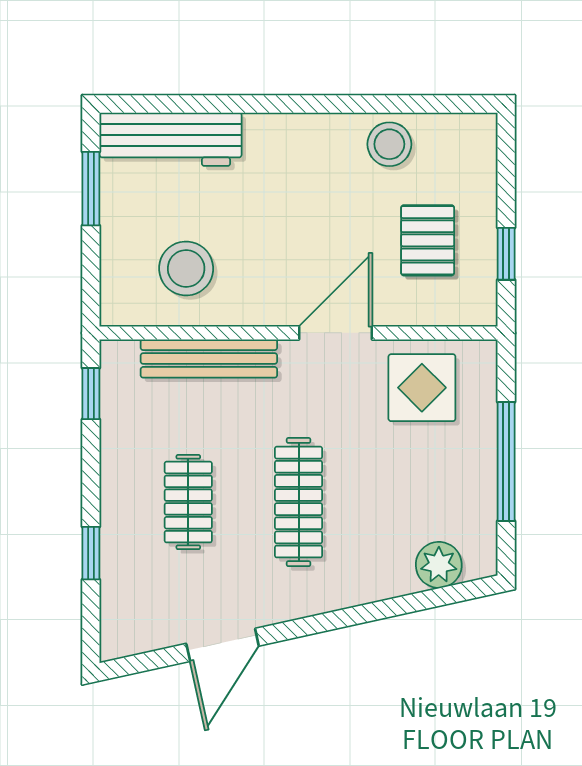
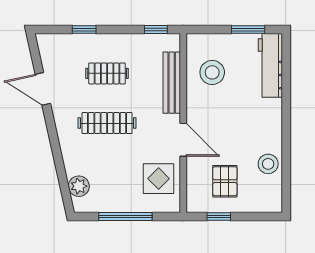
pallet: (428, 240) -> (225, 181), turned 90

